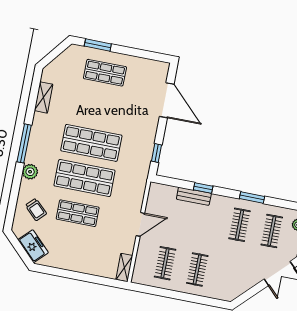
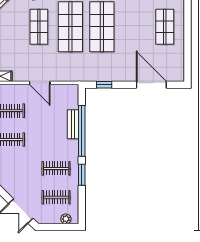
window: (98, 45) -> (188, 16), removed
door: (167, 100) -> (151, 85), swing flipped
window: (203, 188) -> (82, 131), width x3.17

